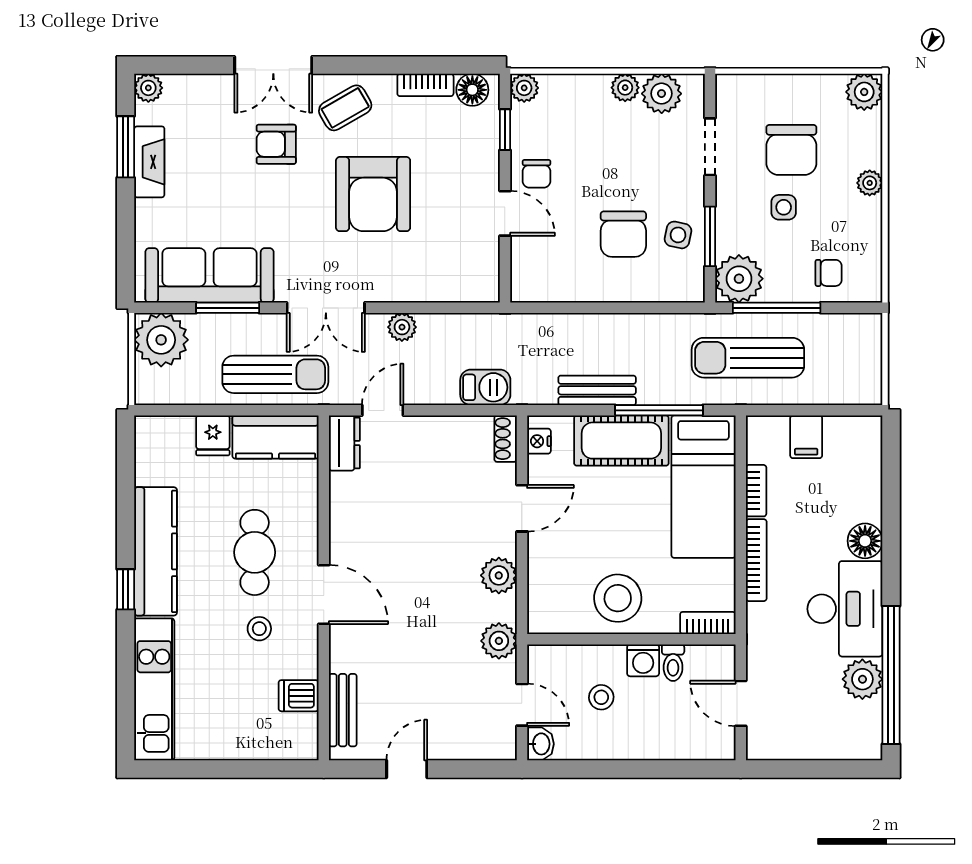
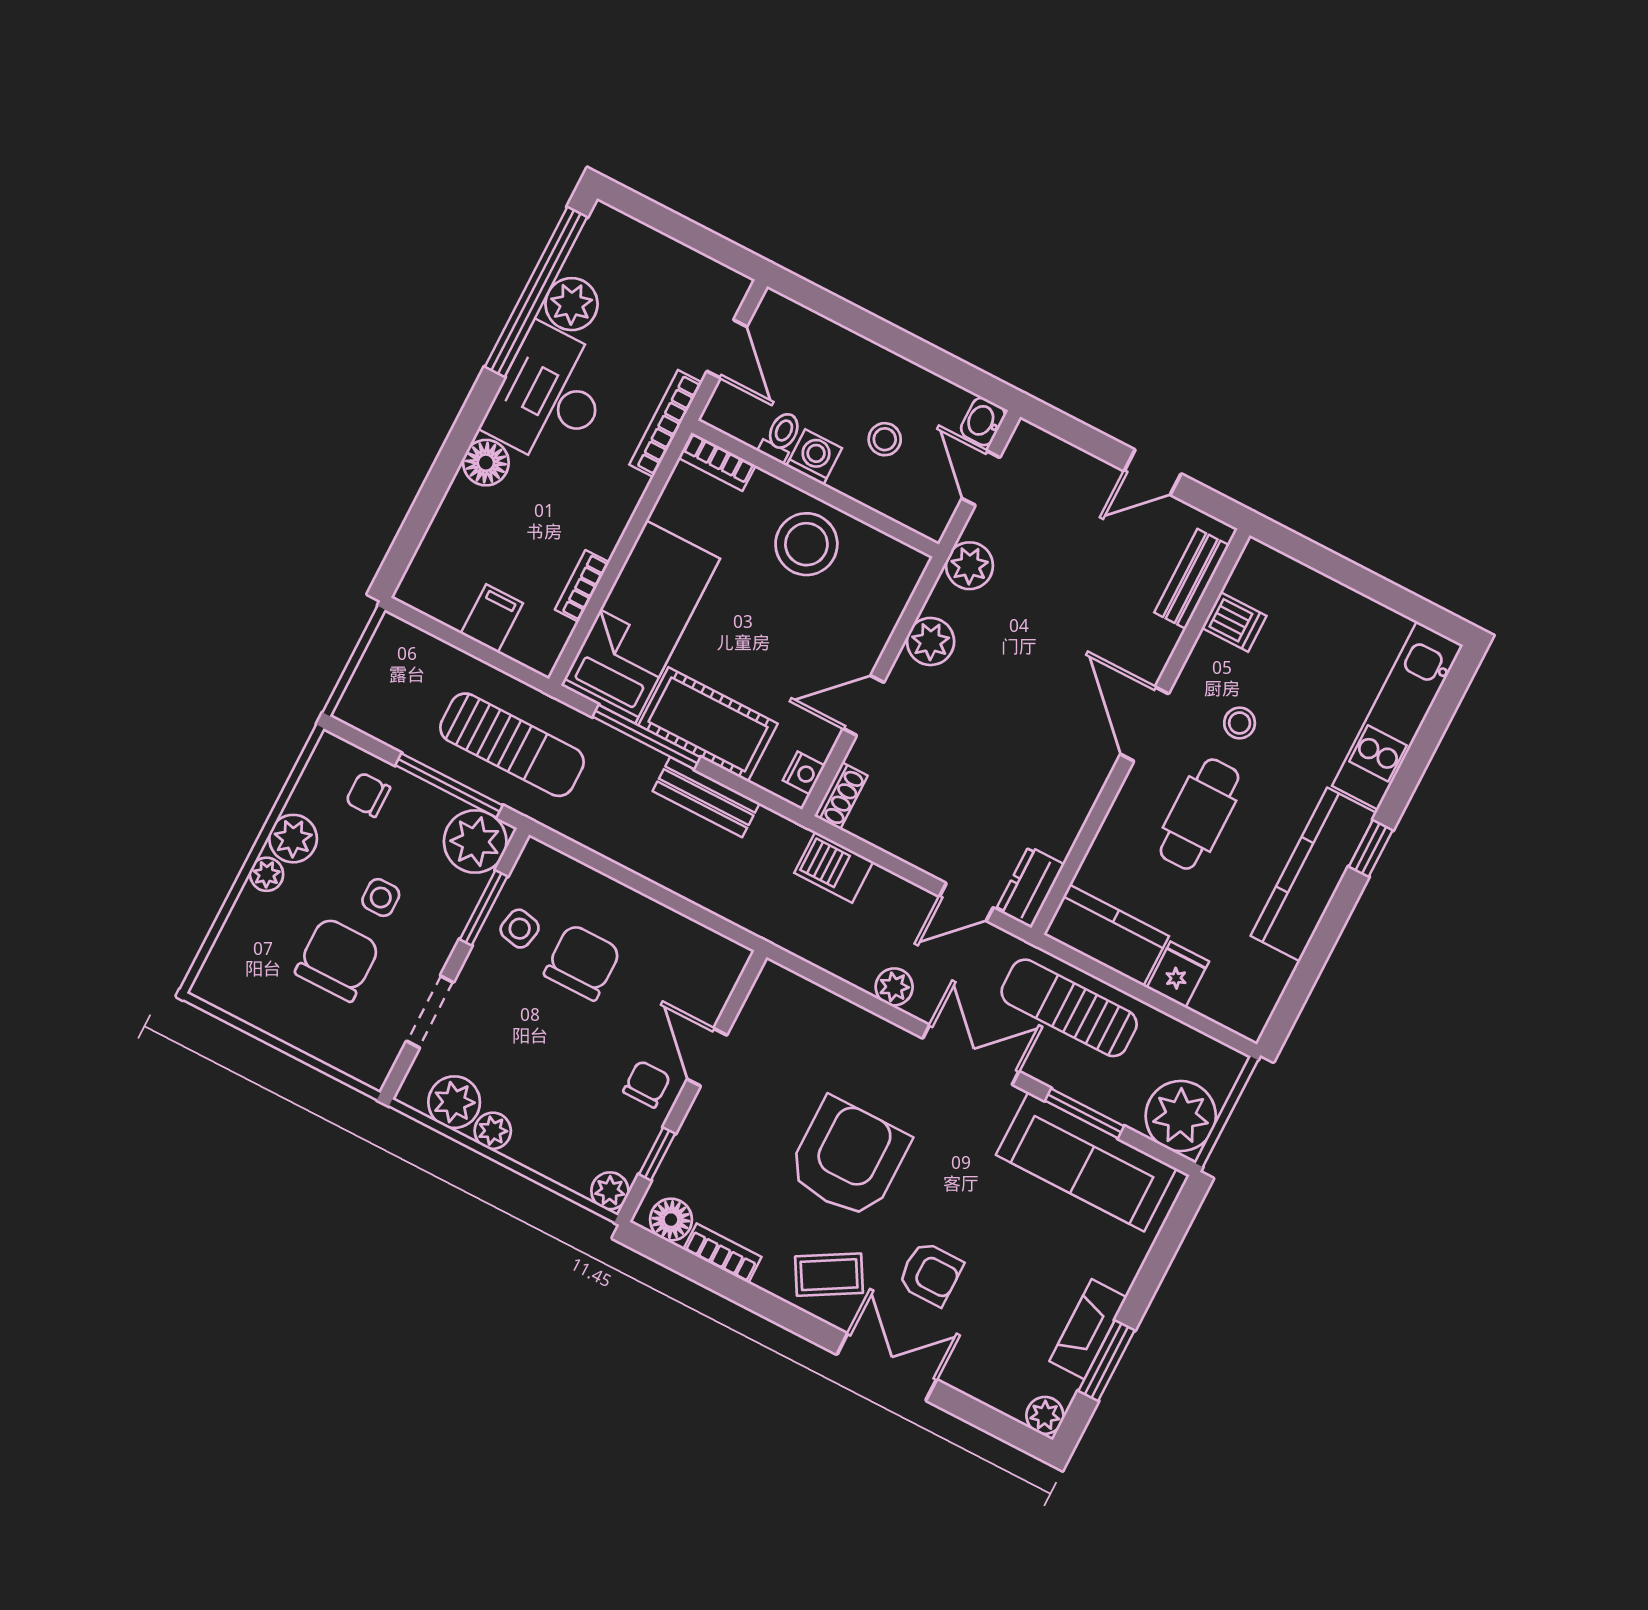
plant: (864, 92) -> (293, 839), moved
bookcase: (756, 560) -> (666, 423), moved

